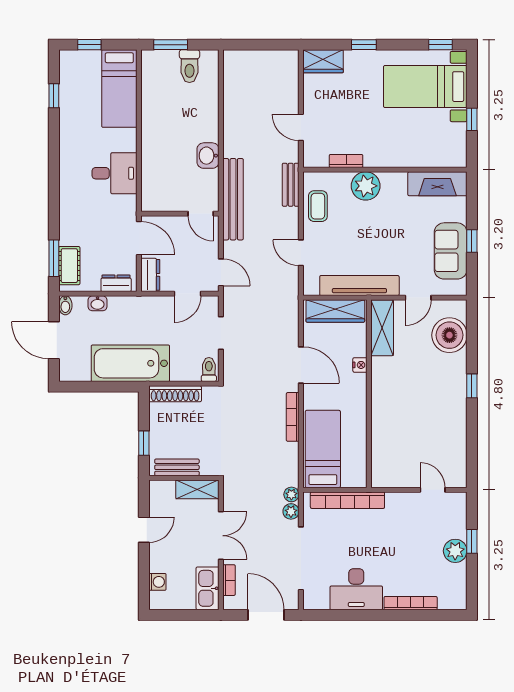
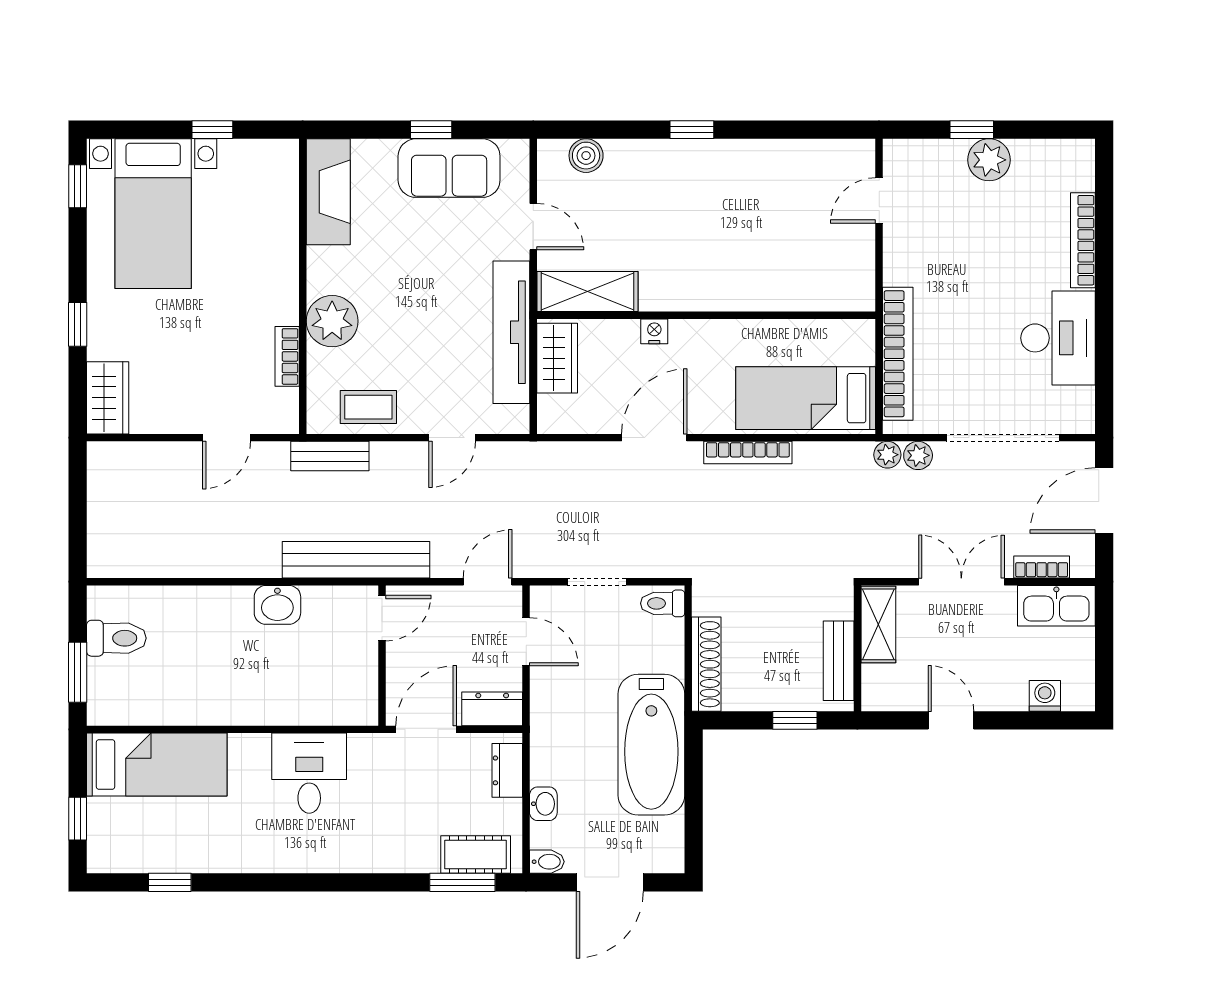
wardrobe: (335, 311) -> (557, 358), width x0.67
boiler: (449, 335) -> (586, 156), width x0.54, depth x0.54

